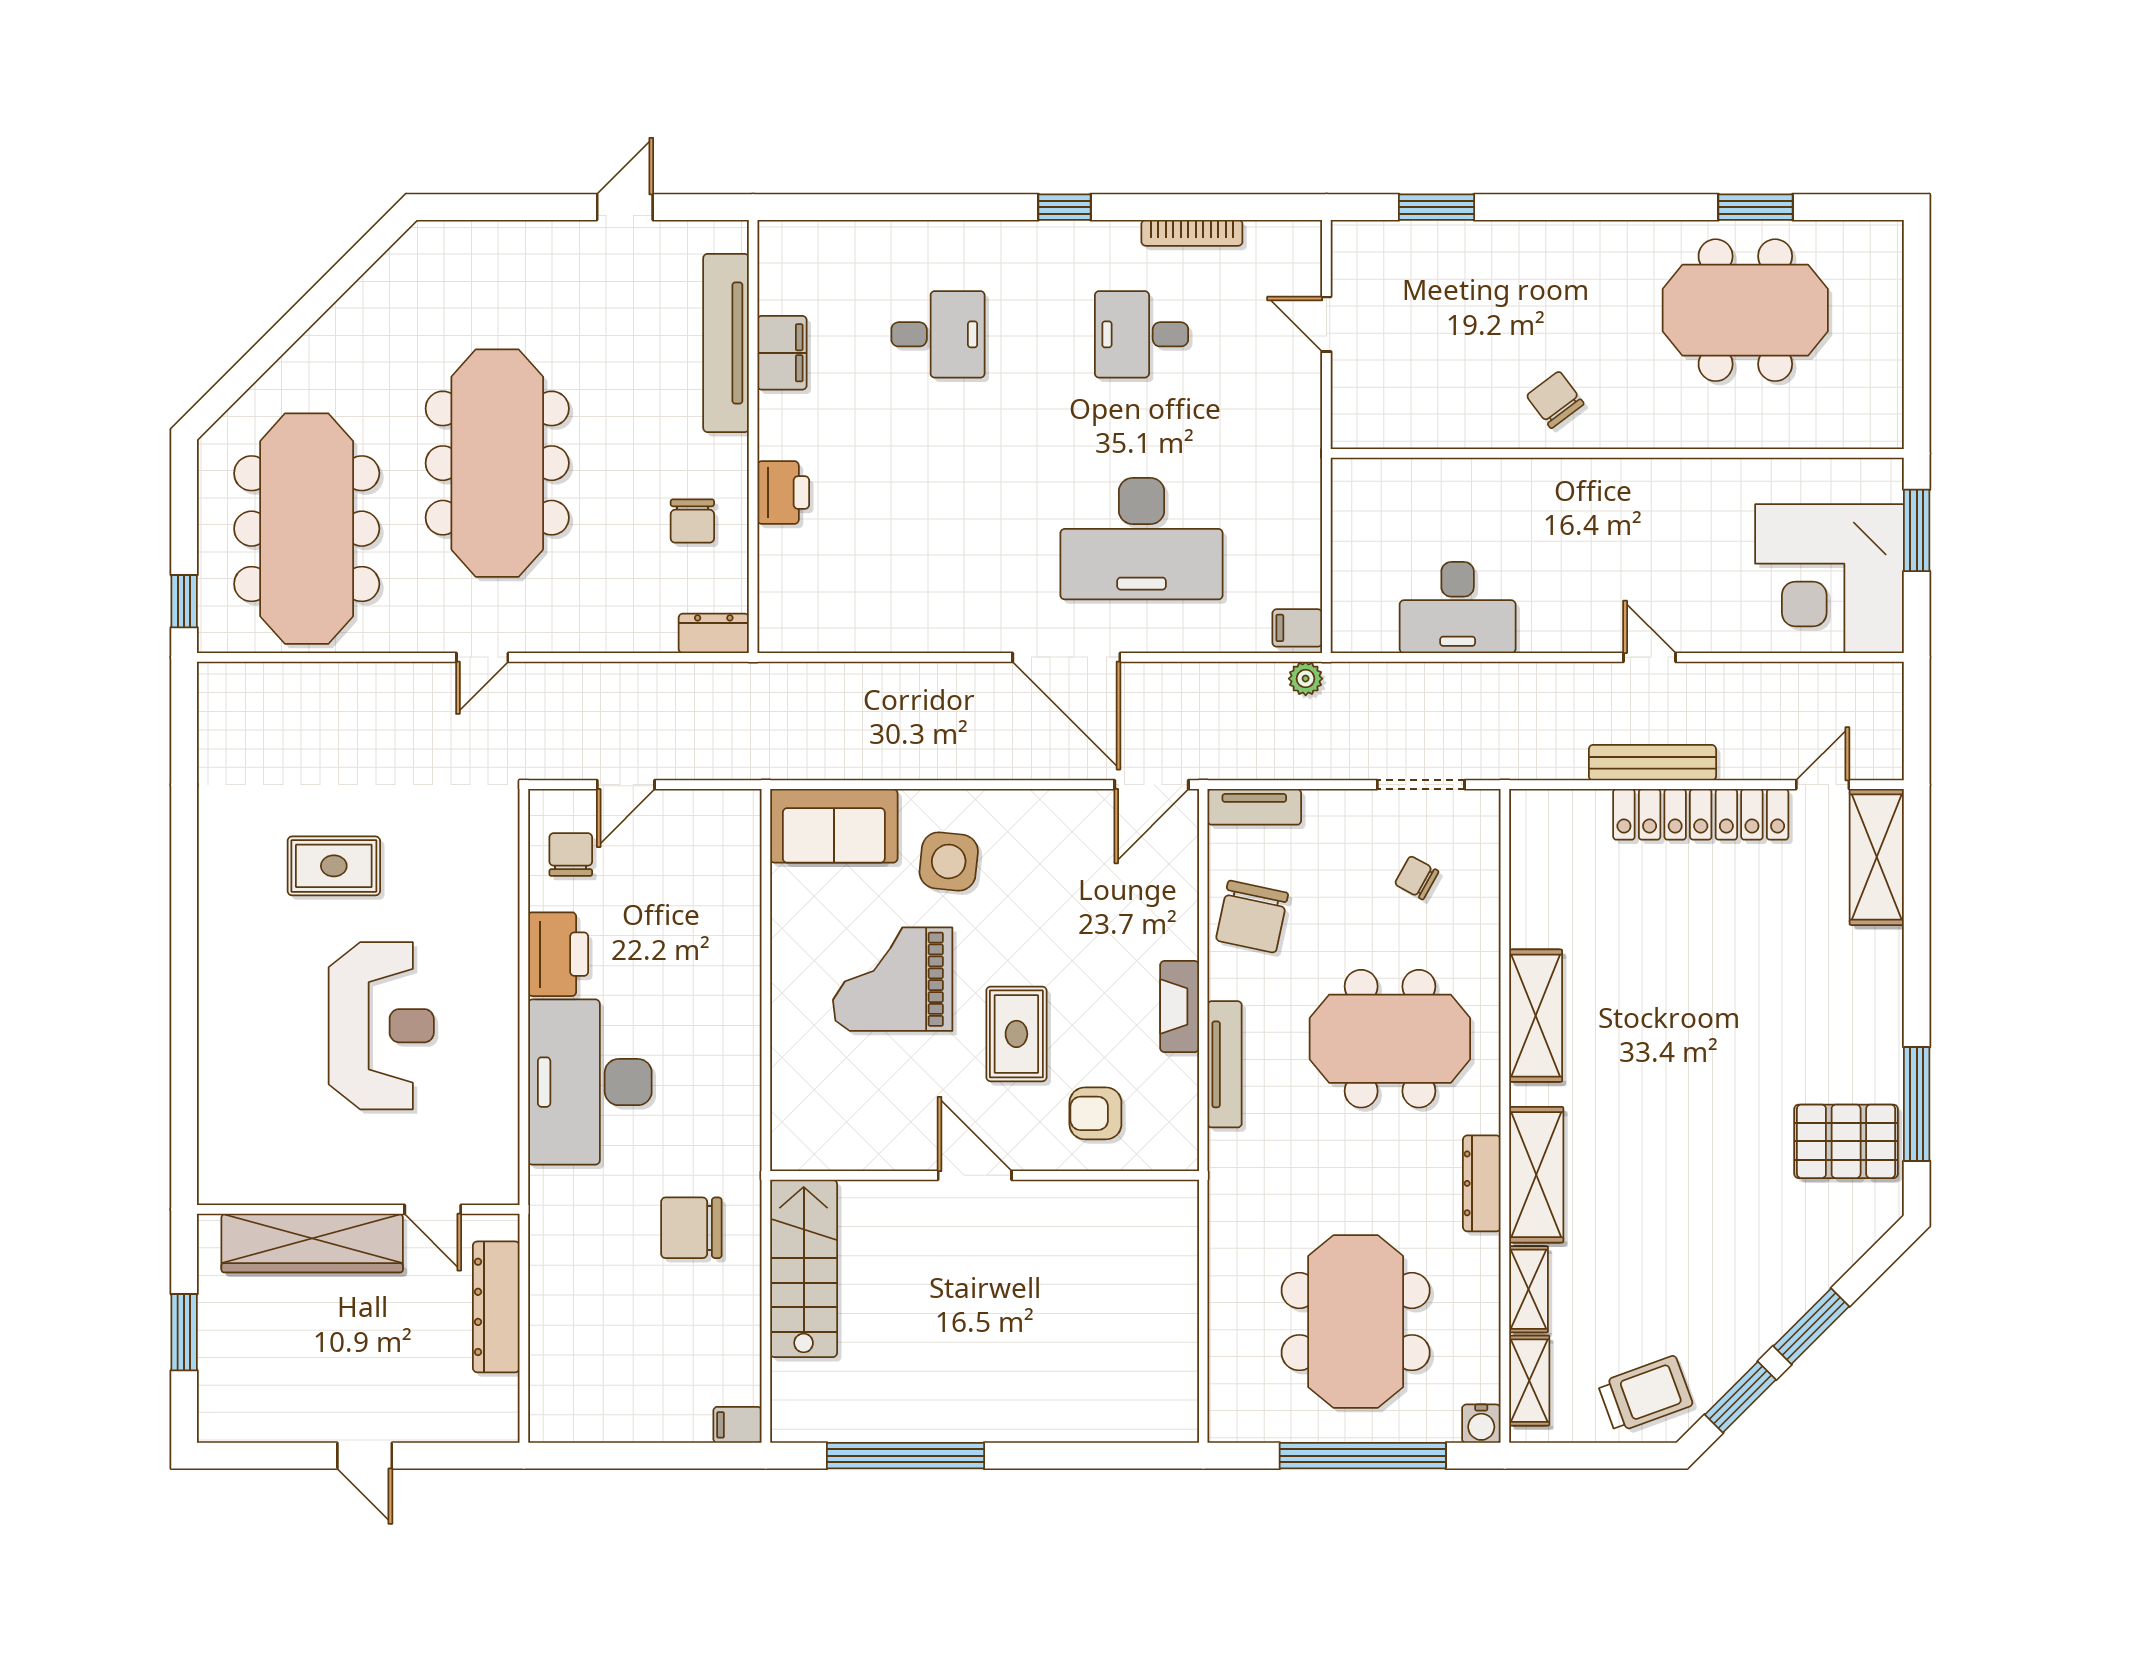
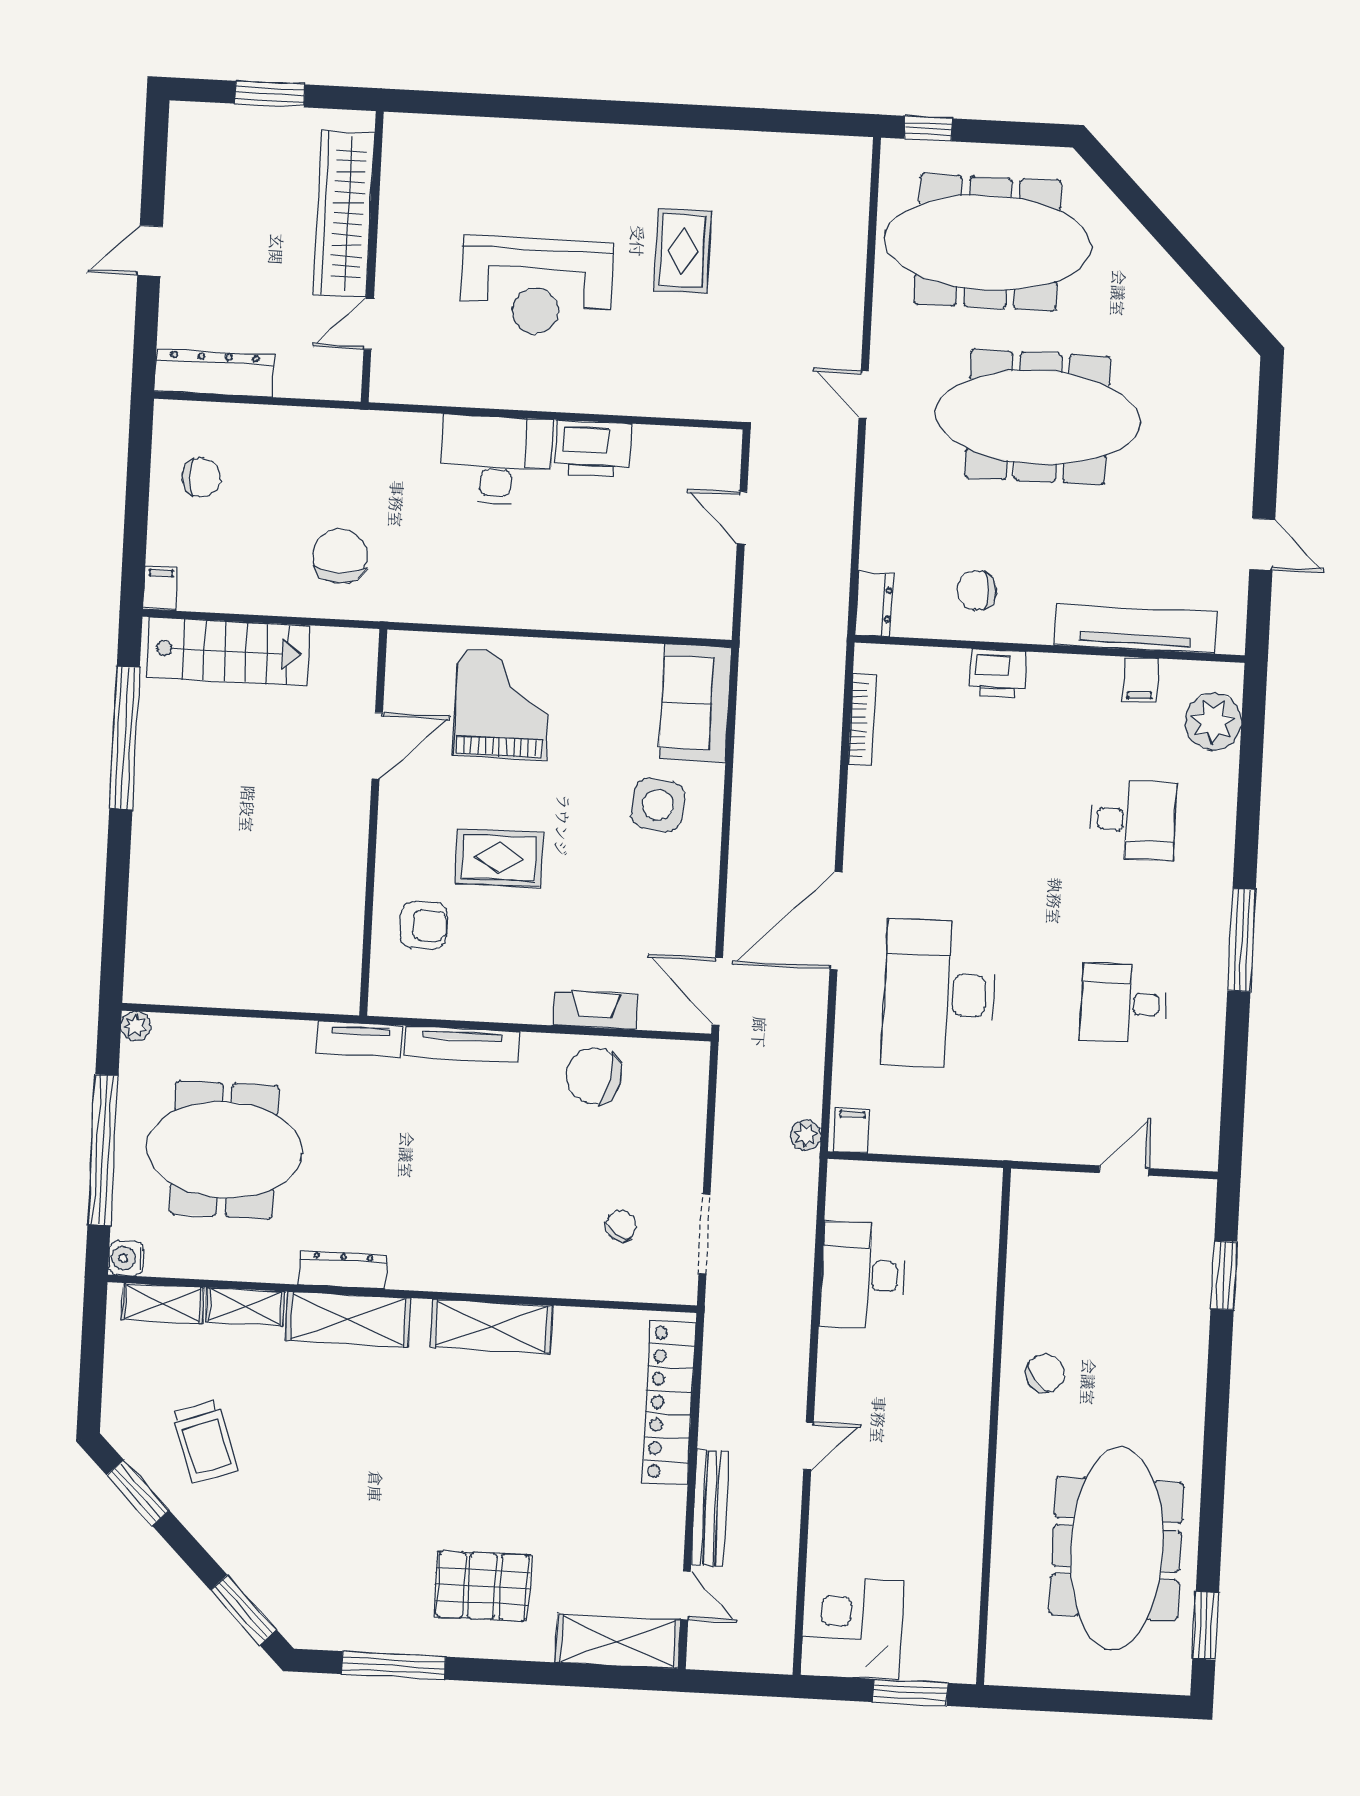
window: (1064, 207) -> (1242, 940), width x2.17
window: (1755, 207) -> (1206, 1626), moved
bookcase: (1192, 233) -> (862, 720), moved, turned 180
plant: (824, 251) -> (1213, 722), added
meeting table: (1745, 310) -> (1117, 1548), width x1.36
desk: (938, 334) -> (1133, 820), turned -90
desk: (1142, 334) -> (1123, 1004), turned -90
filing cabinet: (782, 353) -> (1140, 680), width x0.50
corner desk: (1830, 579) -> (852, 1628), width x0.74, depth x0.74
bench: (1652, 763) -> (710, 1508), moved
tv unit: (1254, 807) -> (360, 1039), moved, turned -90
locker: (1701, 814) -> (669, 1403), moved
chair: (571, 855) -> (201, 478), moved
grand piano: (893, 979) -> (502, 704), moved
fireplace: (1180, 1007) -> (595, 1010), moved
meeting table: (1390, 1039) -> (477, 1194), removed
desk: (590, 1082) -> (497, 460), width x0.73, depth x0.77
armchair: (1095, 1113) -> (424, 925), turned 90
pallet: (1846, 1141) -> (482, 1586), moved, turned 90
door: (975, 1175) -> (377, 745), moved
stairs: (804, 1268) -> (228, 651), moved
dresser: (496, 1307) -> (214, 373), moved
window: (1811, 1326) -> (244, 1610), moved
trolley: (1645, 1394) -> (205, 1442), moved
plant: (1224, 1427) -> (136, 1026), added

